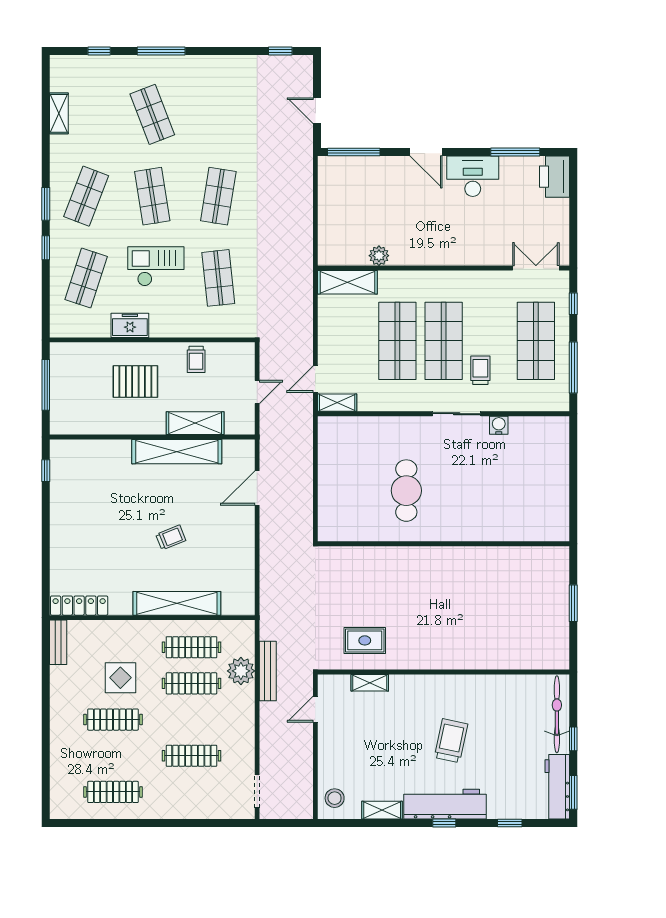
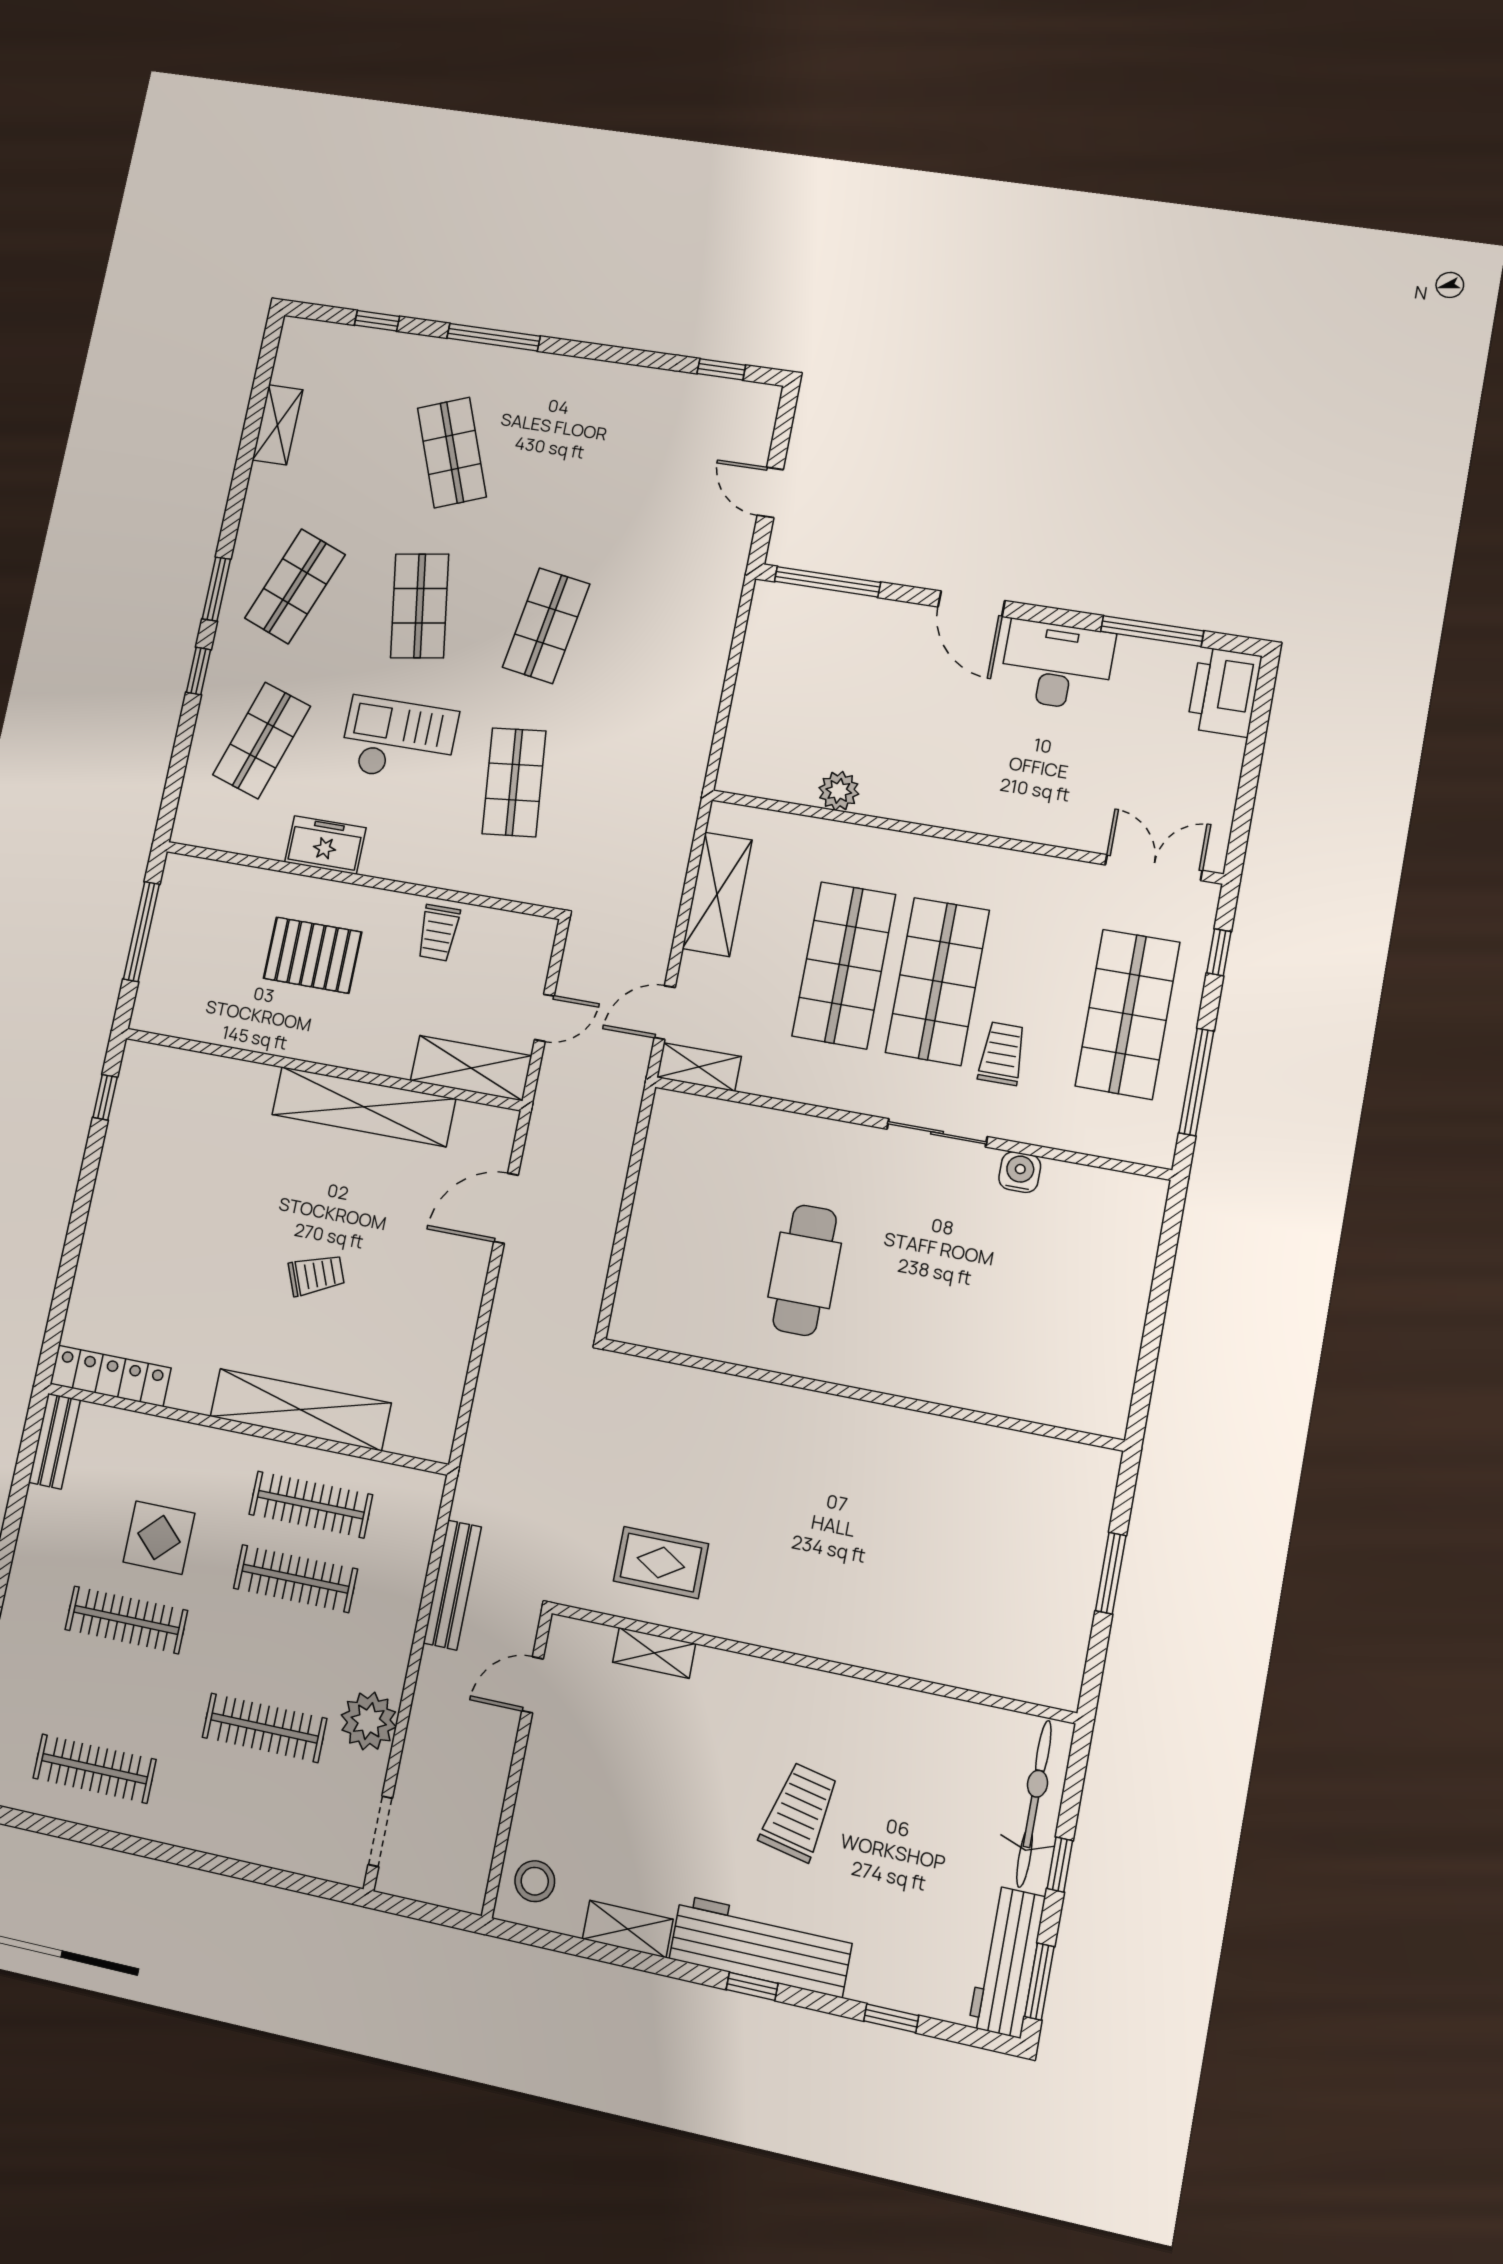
shelving: (347, 282) -> (717, 894), moved, turned 90
shelving: (195, 423) -> (471, 1068), moved
plant: (241, 671) -> (369, 1721), moved

